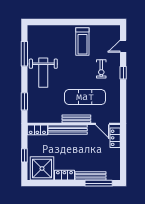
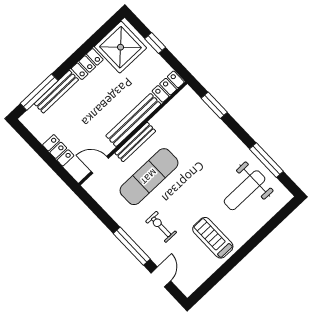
weight bench: (43, 73) -> (245, 190), moved, turned -90
window: (123, 73) -> (132, 246), width x2.17
locker: (115, 138) -> (58, 150), moved

